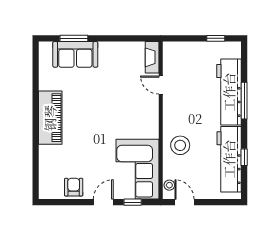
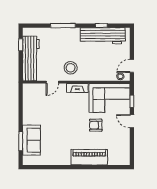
fireplace: (152, 57) -> (77, 88), moved
workbench: (229, 92) -> (31, 58), moved, turned -90
piano: (50, 118) -> (89, 157), moved
stool: (180, 145) -> (71, 68), moved
armchair: (74, 187) -> (96, 125), moved

